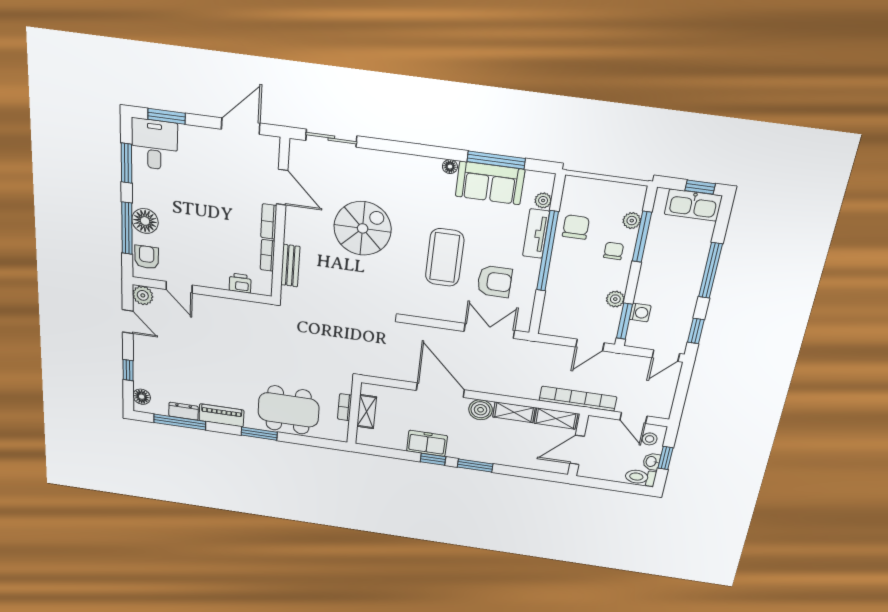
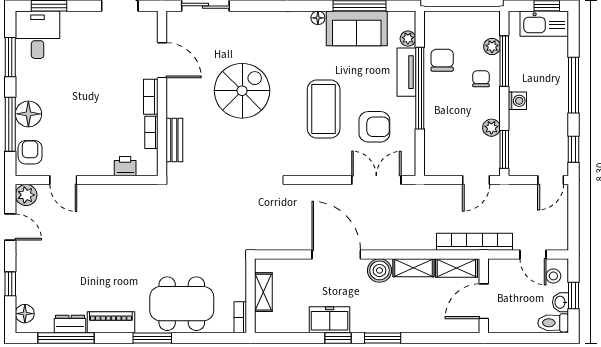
washing machine: (640, 313) -> (517, 101), moved
bookcase: (345, 407) -> (240, 317), moved

